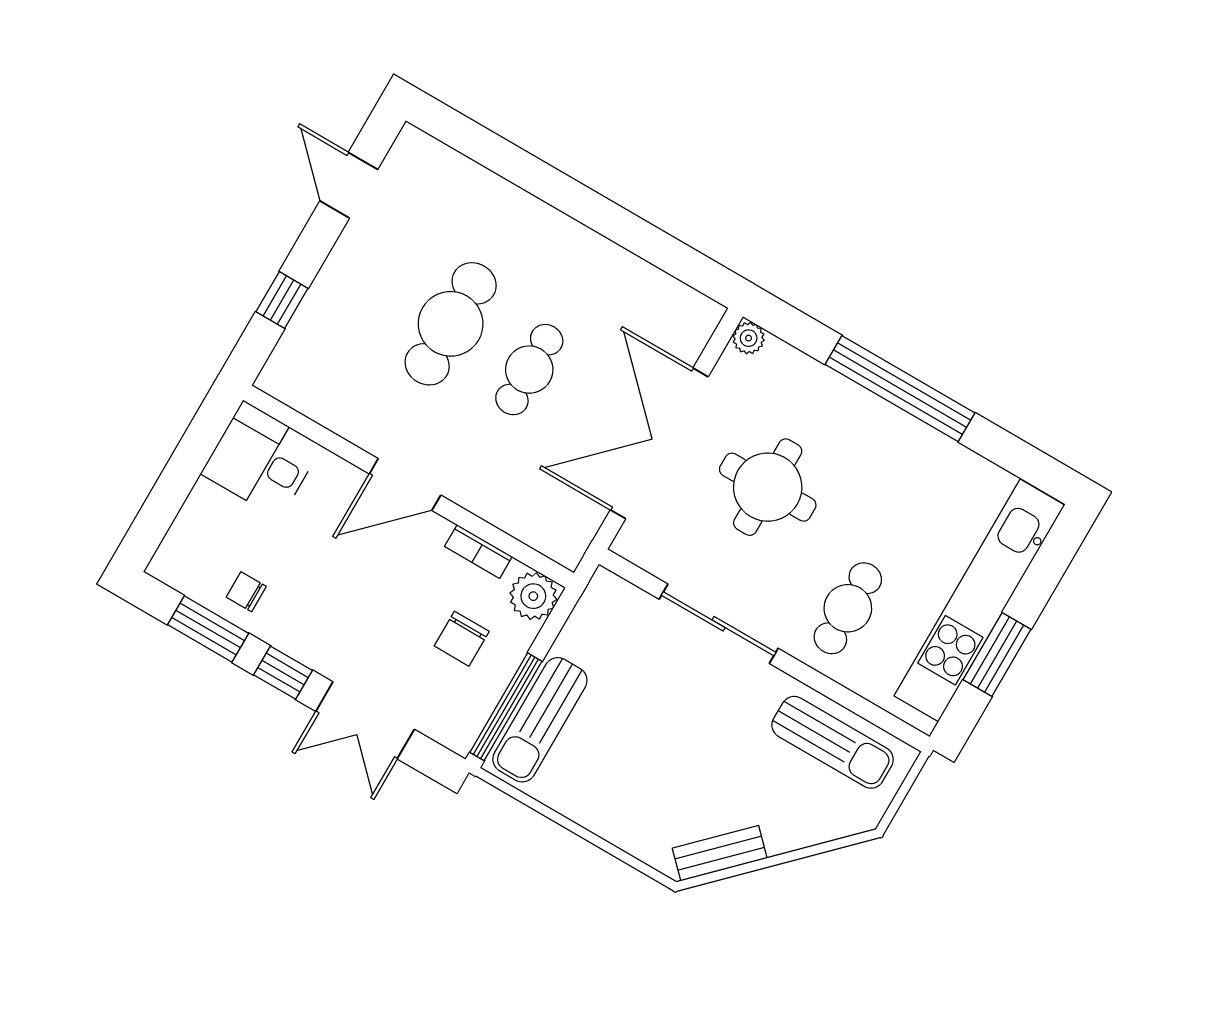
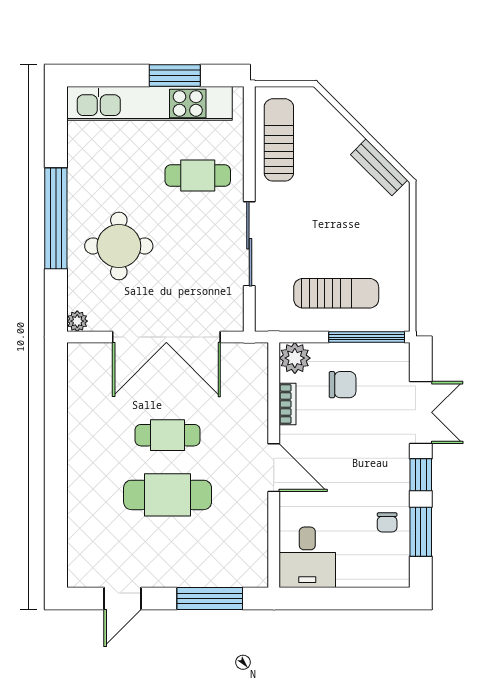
window: (282, 300) -> (210, 598), width x2.17
round table: (768, 487) -> (119, 246), moved
sun lounger: (540, 720) -> (336, 293), moved

